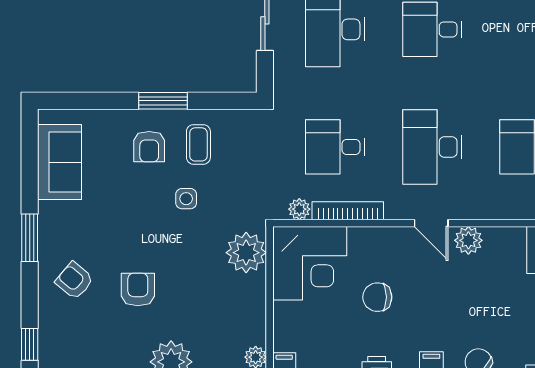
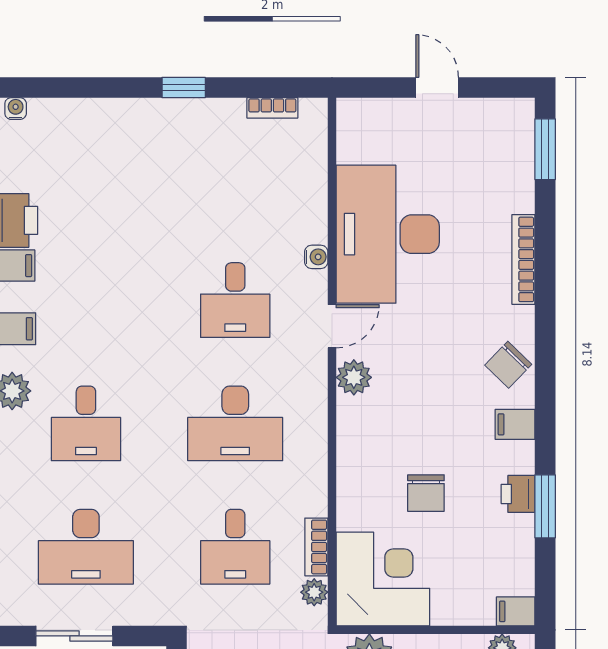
bookcase: (348, 211) -> (316, 547), width x0.64
door: (431, 223) -> (332, 326), moved

